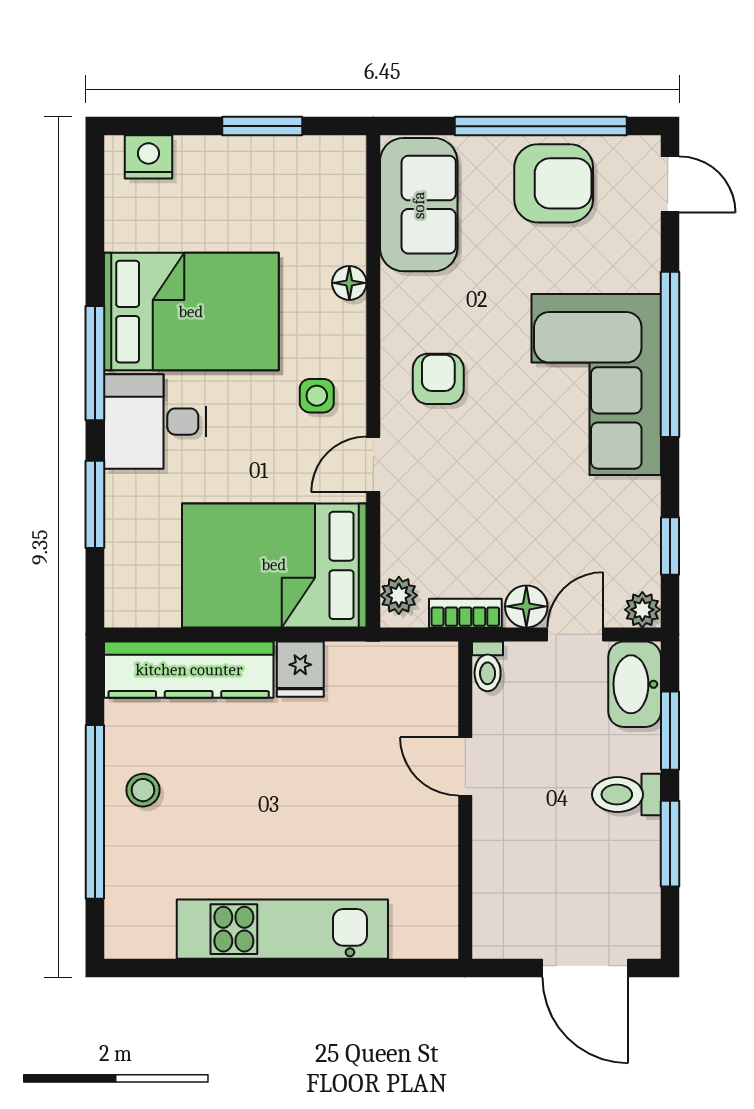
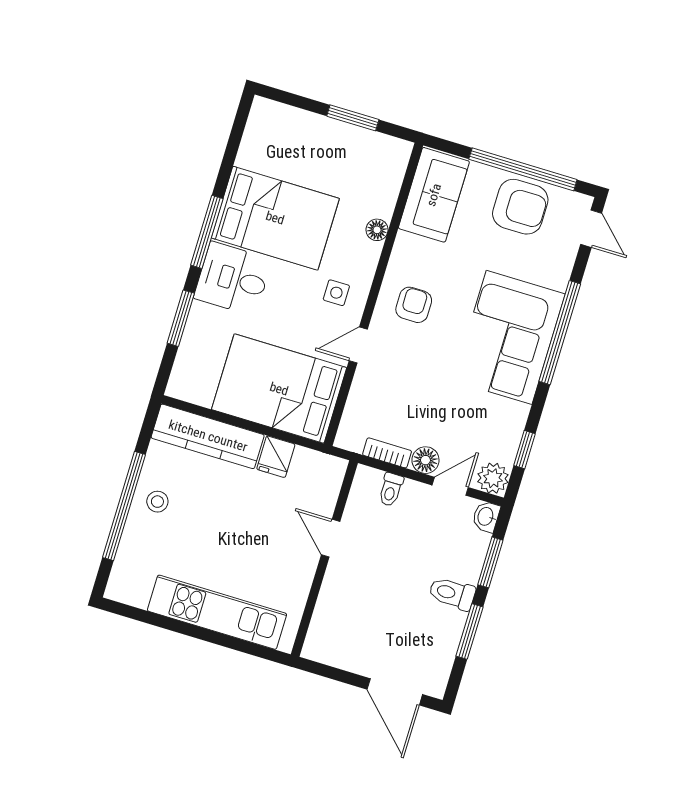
nightstand: (149, 157) -> (278, 116), removed
plant: (399, 595) -> (350, 430), removed
plant: (642, 610) -> (493, 478), width x1.38, depth x1.38
washbasin: (635, 684) -> (486, 517), width x0.52, depth x0.69
door: (465, 766) -> (331, 538), moved
wall: (465, 800) -> (324, 559), moved

